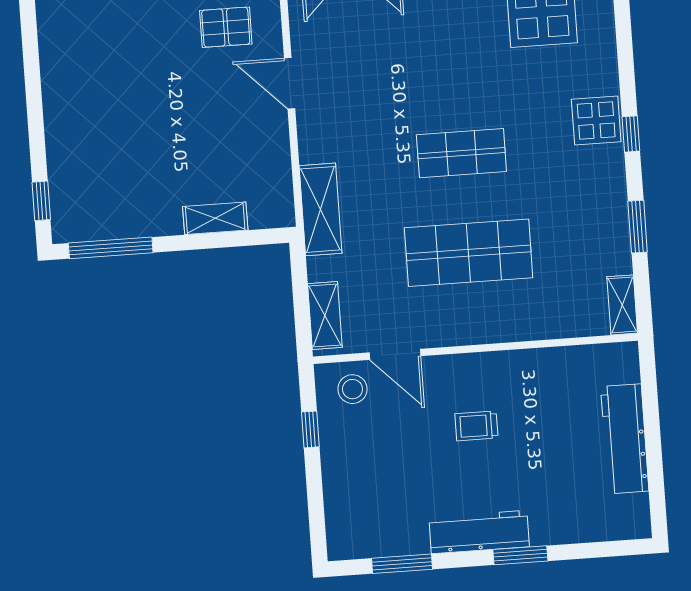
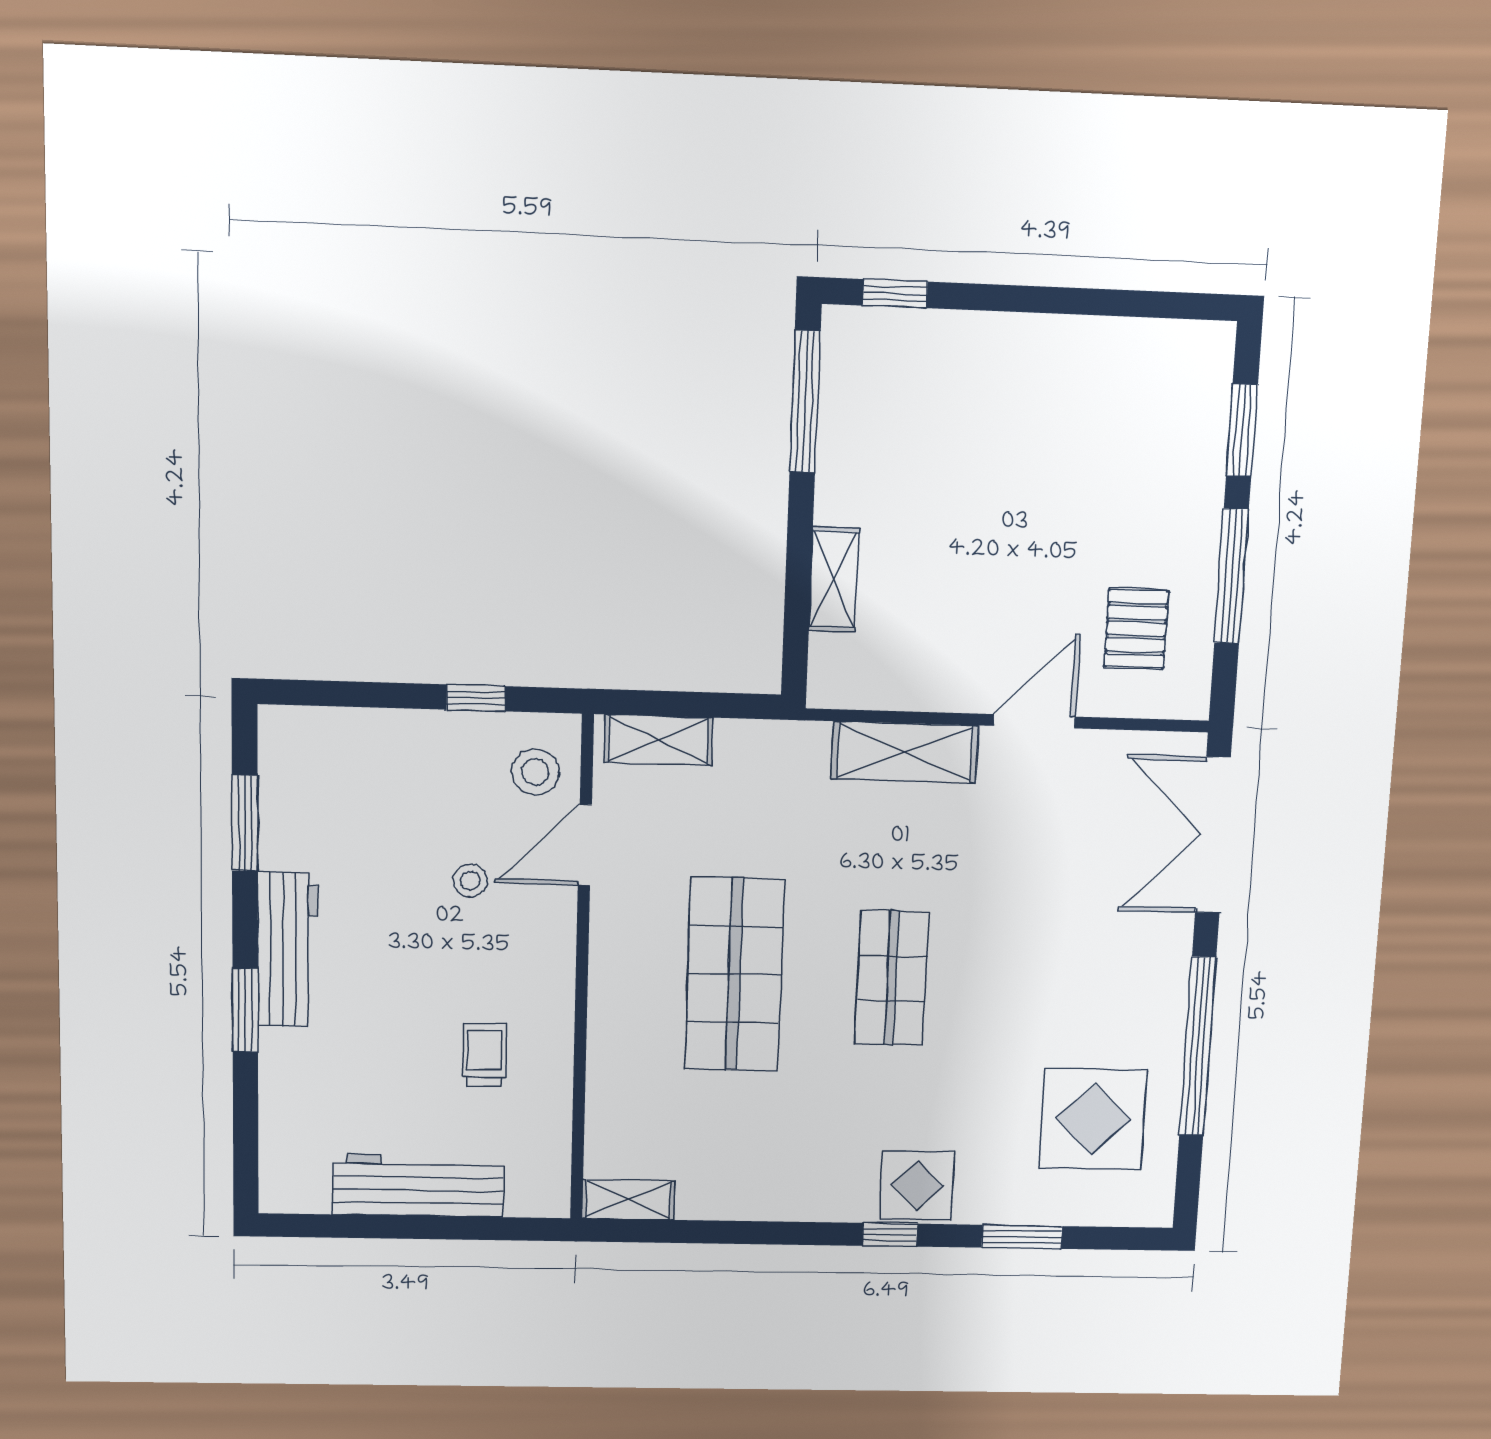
shelving: (321, 209) -> (905, 752), moved
window: (638, 227) -> (1022, 1237), moved
stool: (424, 423) -> (470, 881), added
trolley: (476, 426) -> (484, 1055), moved

